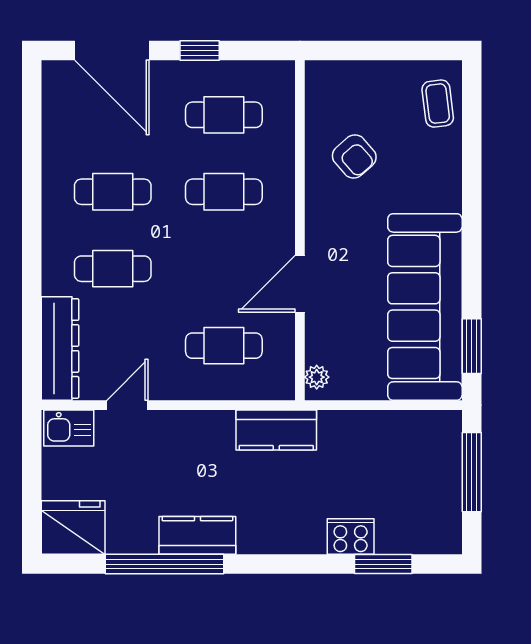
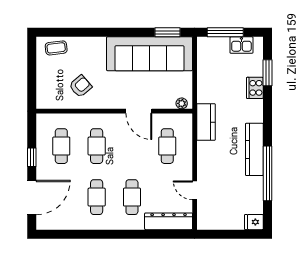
kitchen sink: (69, 428) -> (241, 45), moved, turned 90
fridge: (73, 528) -> (254, 222), width x0.53, depth x0.75
kitchen counter: (197, 535) -> (254, 149), width x1.50

